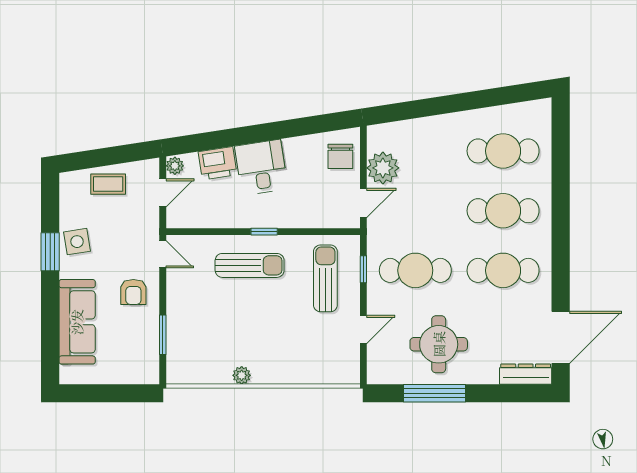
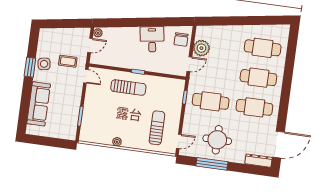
printer: (218, 163) -> (119, 34), removed
desk: (261, 167) -> (152, 39), moved
coffee table: (108, 184) -> (68, 61), moved
sun lounger: (325, 278) -> (157, 128), moved
armchair: (133, 292) -> (69, 93), removed
door: (363, 330) -> (179, 141), moved

